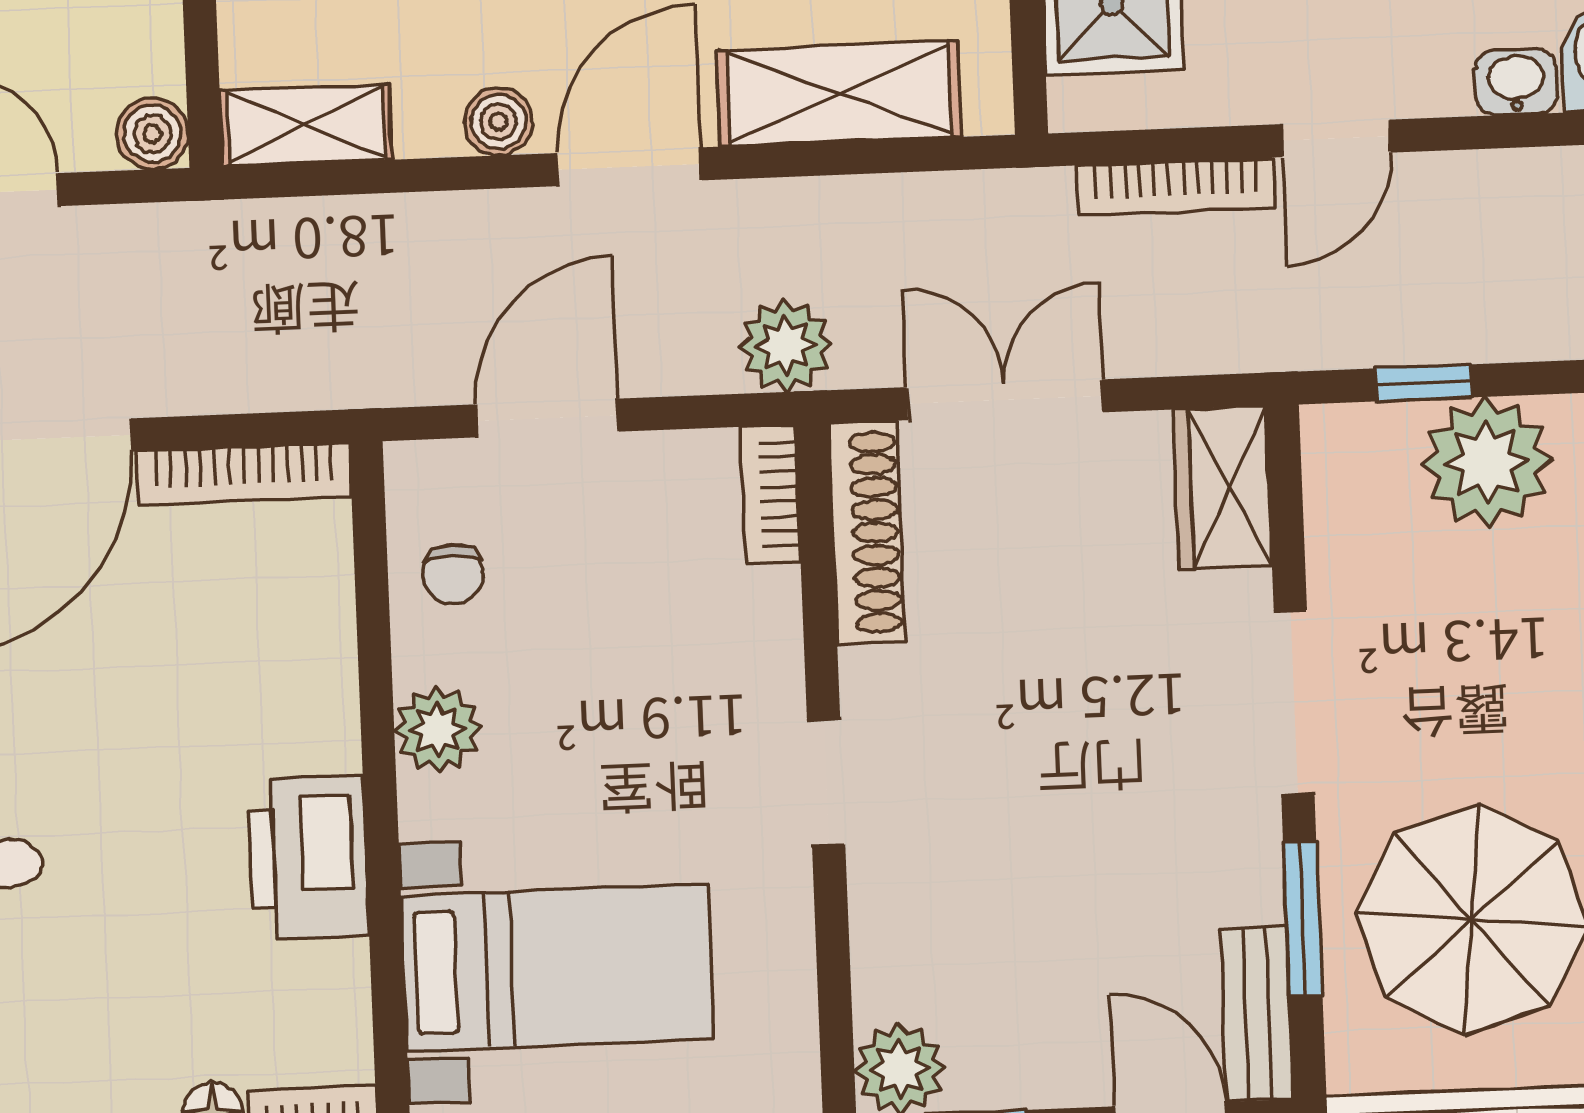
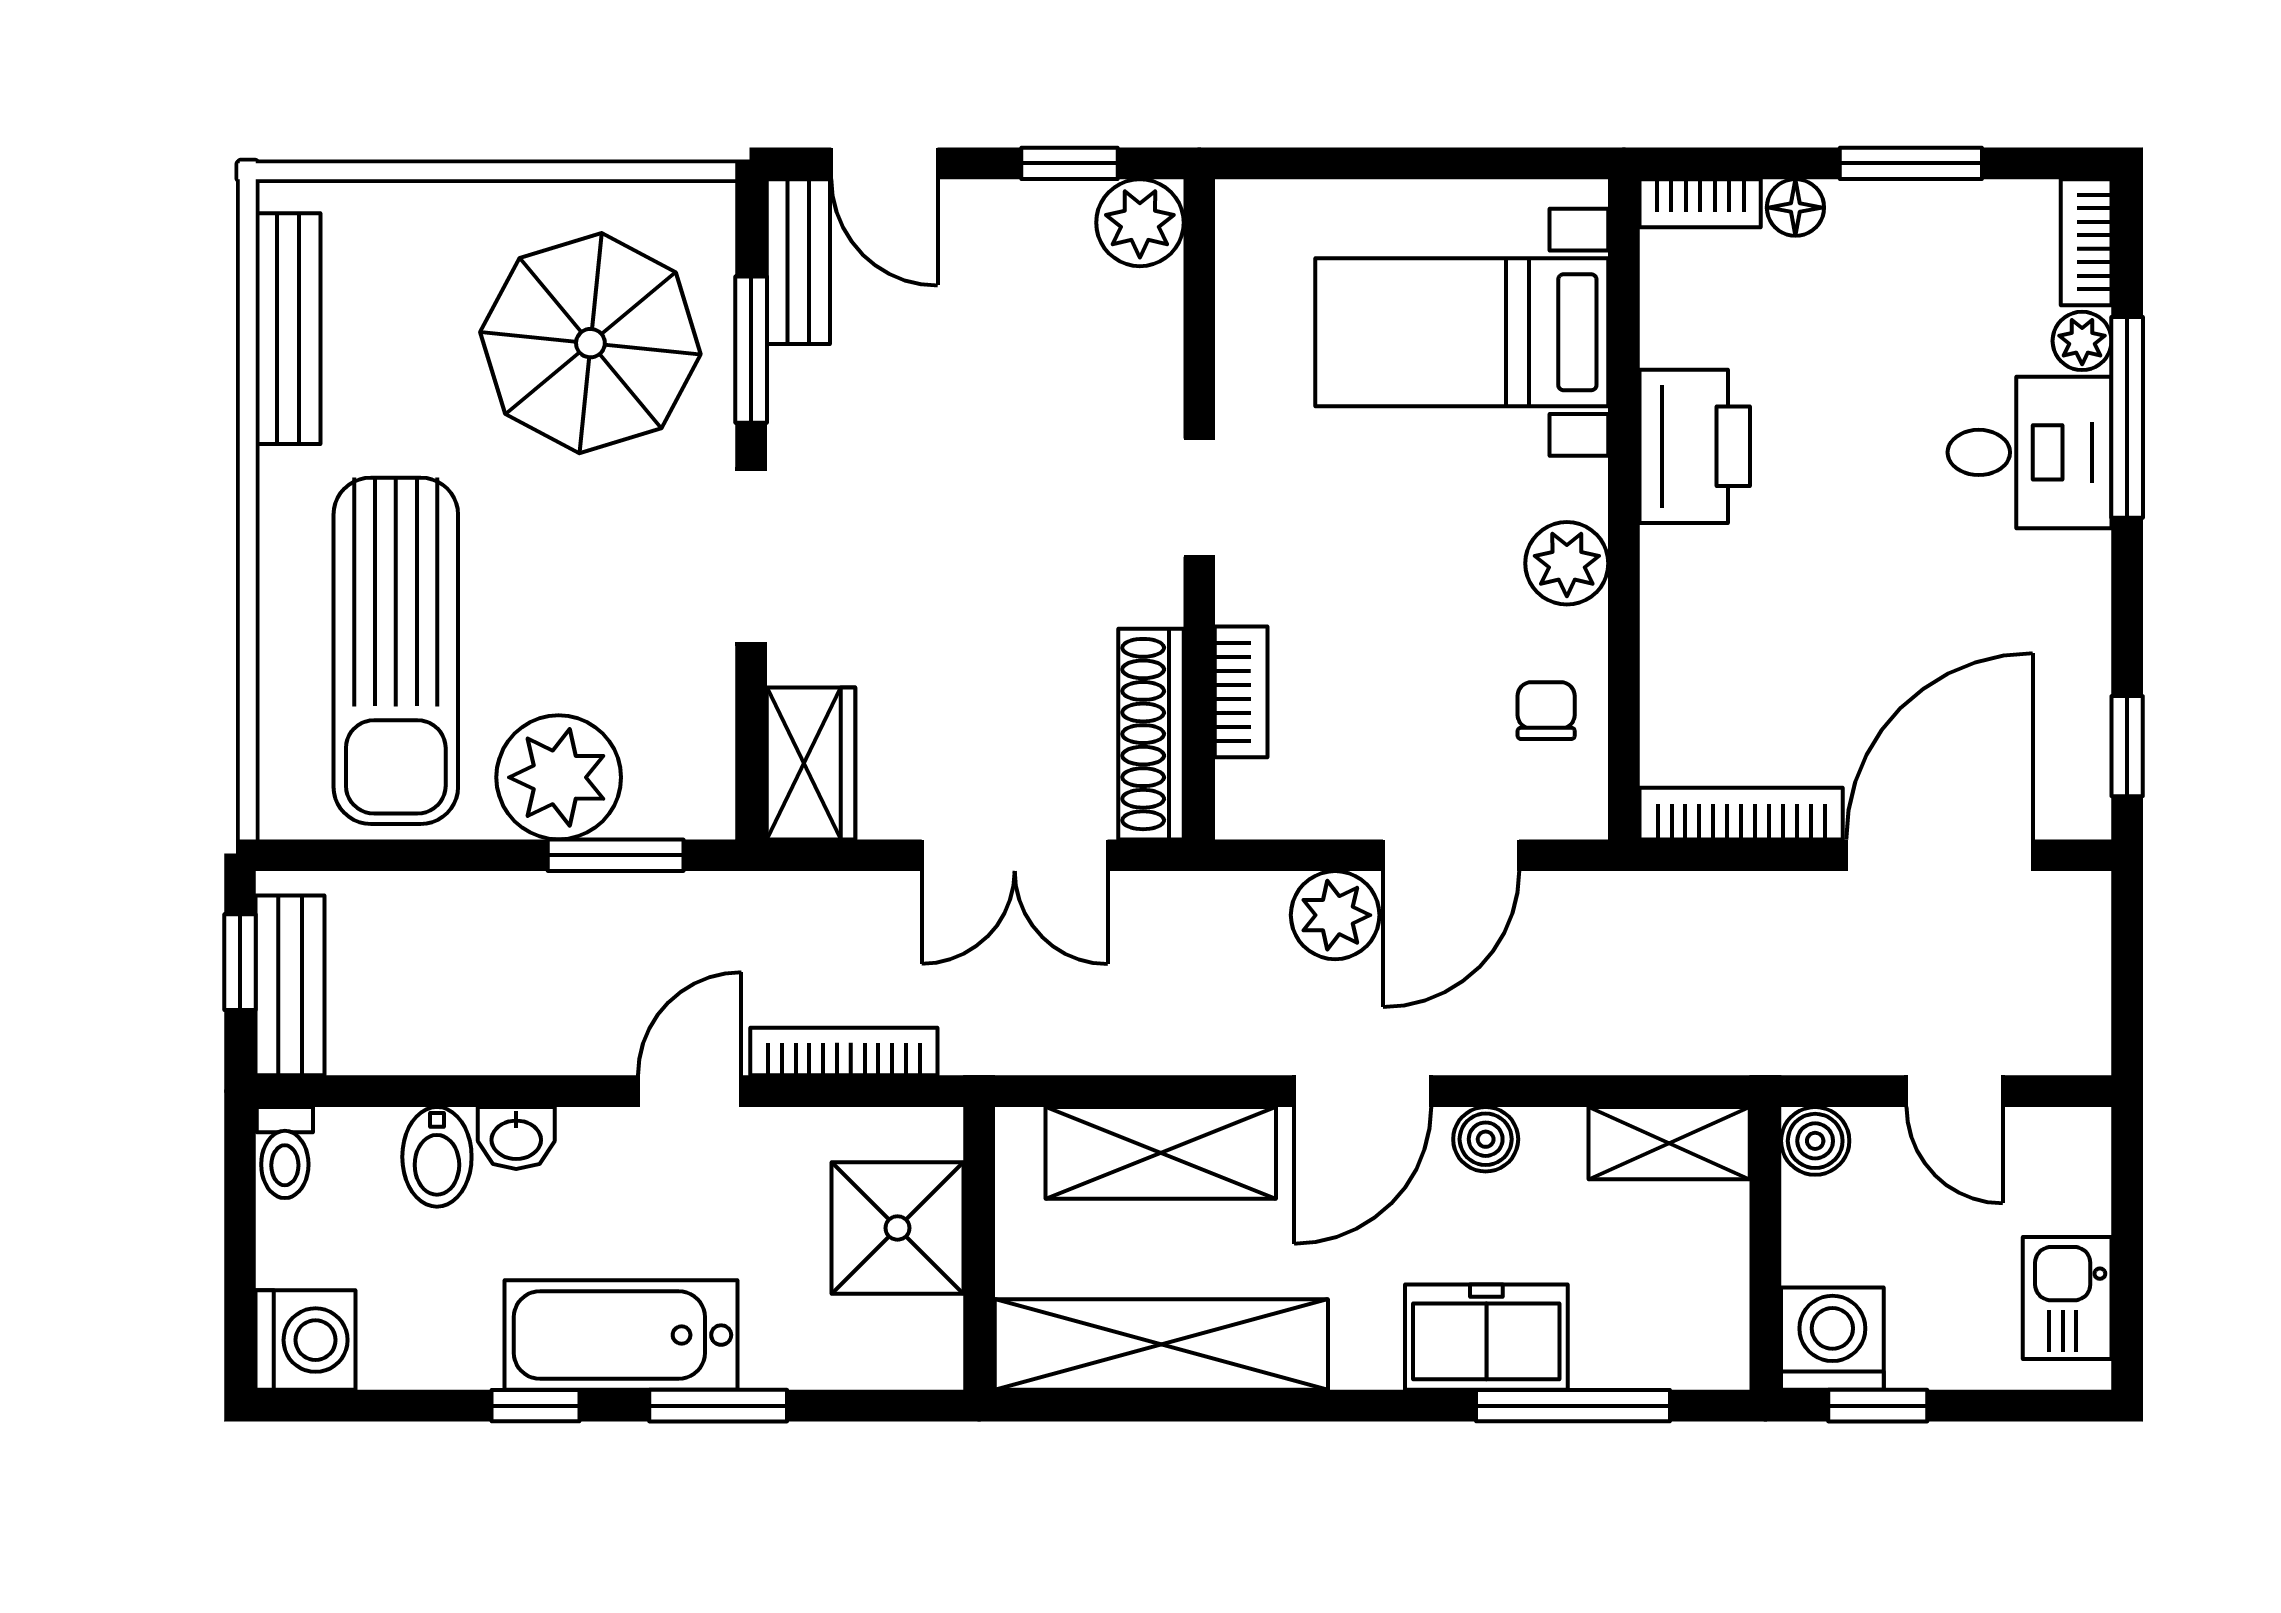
plant: (786, 346) -> (1335, 915), moved
window: (1424, 383) -> (616, 855), width x1.50
bookcase: (770, 495) -> (1241, 692), moved

